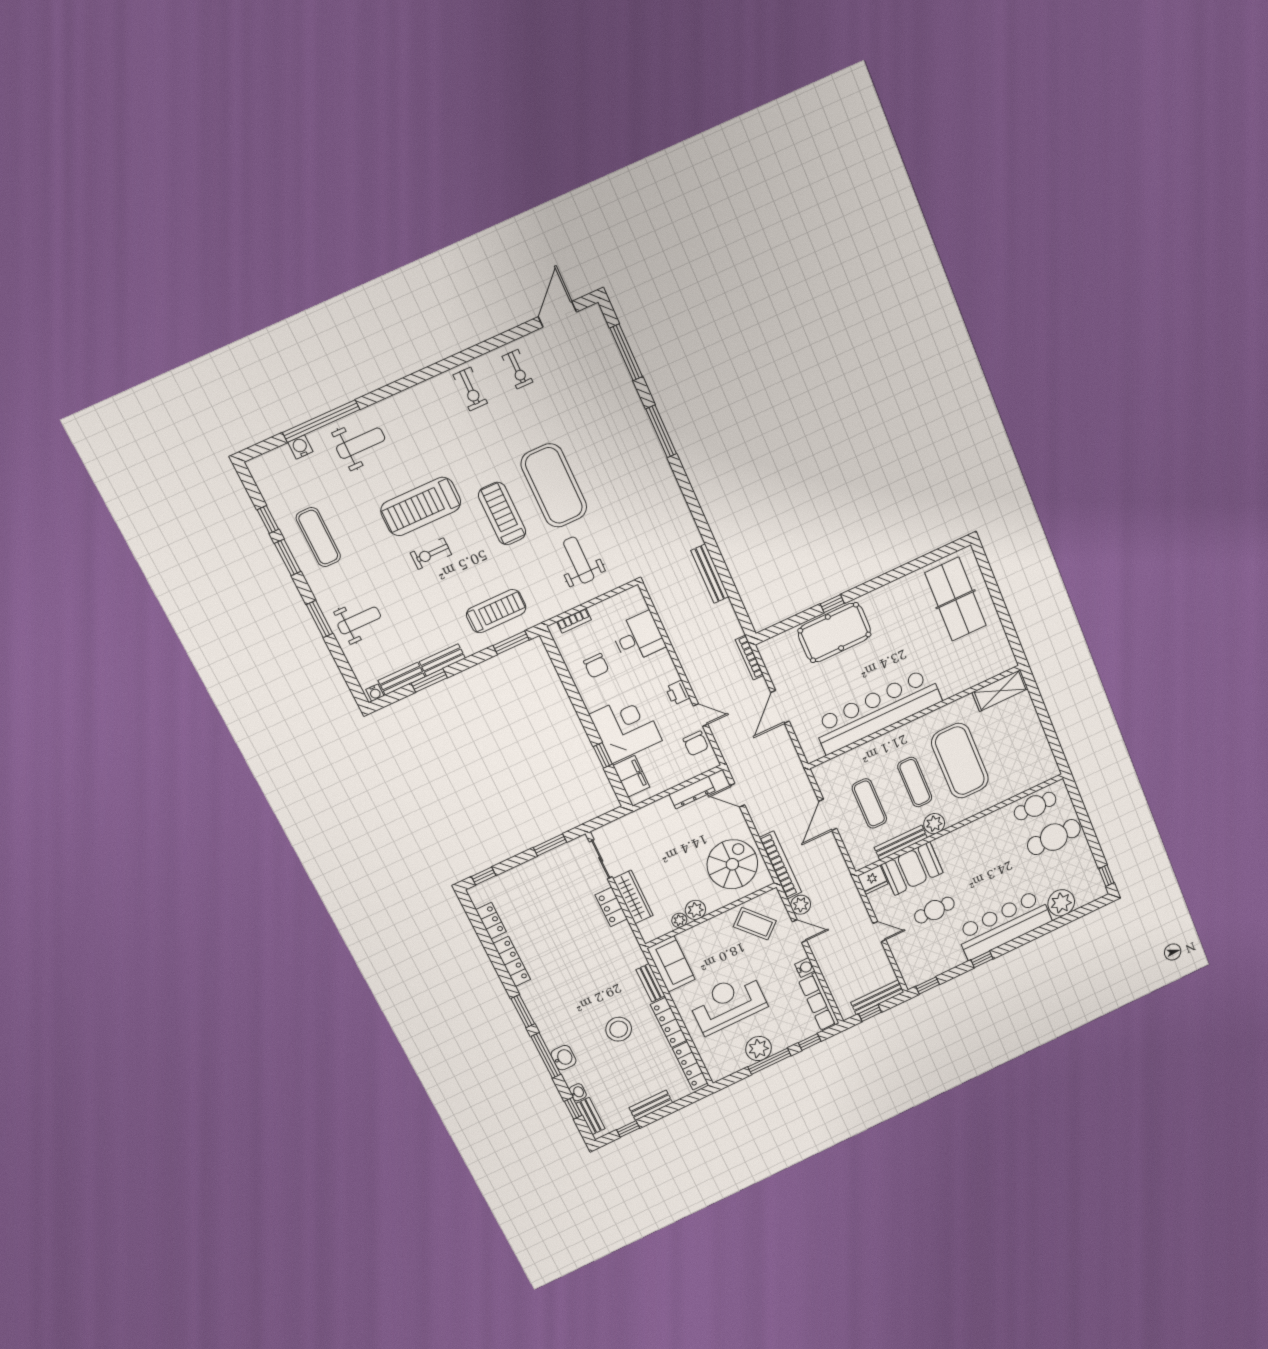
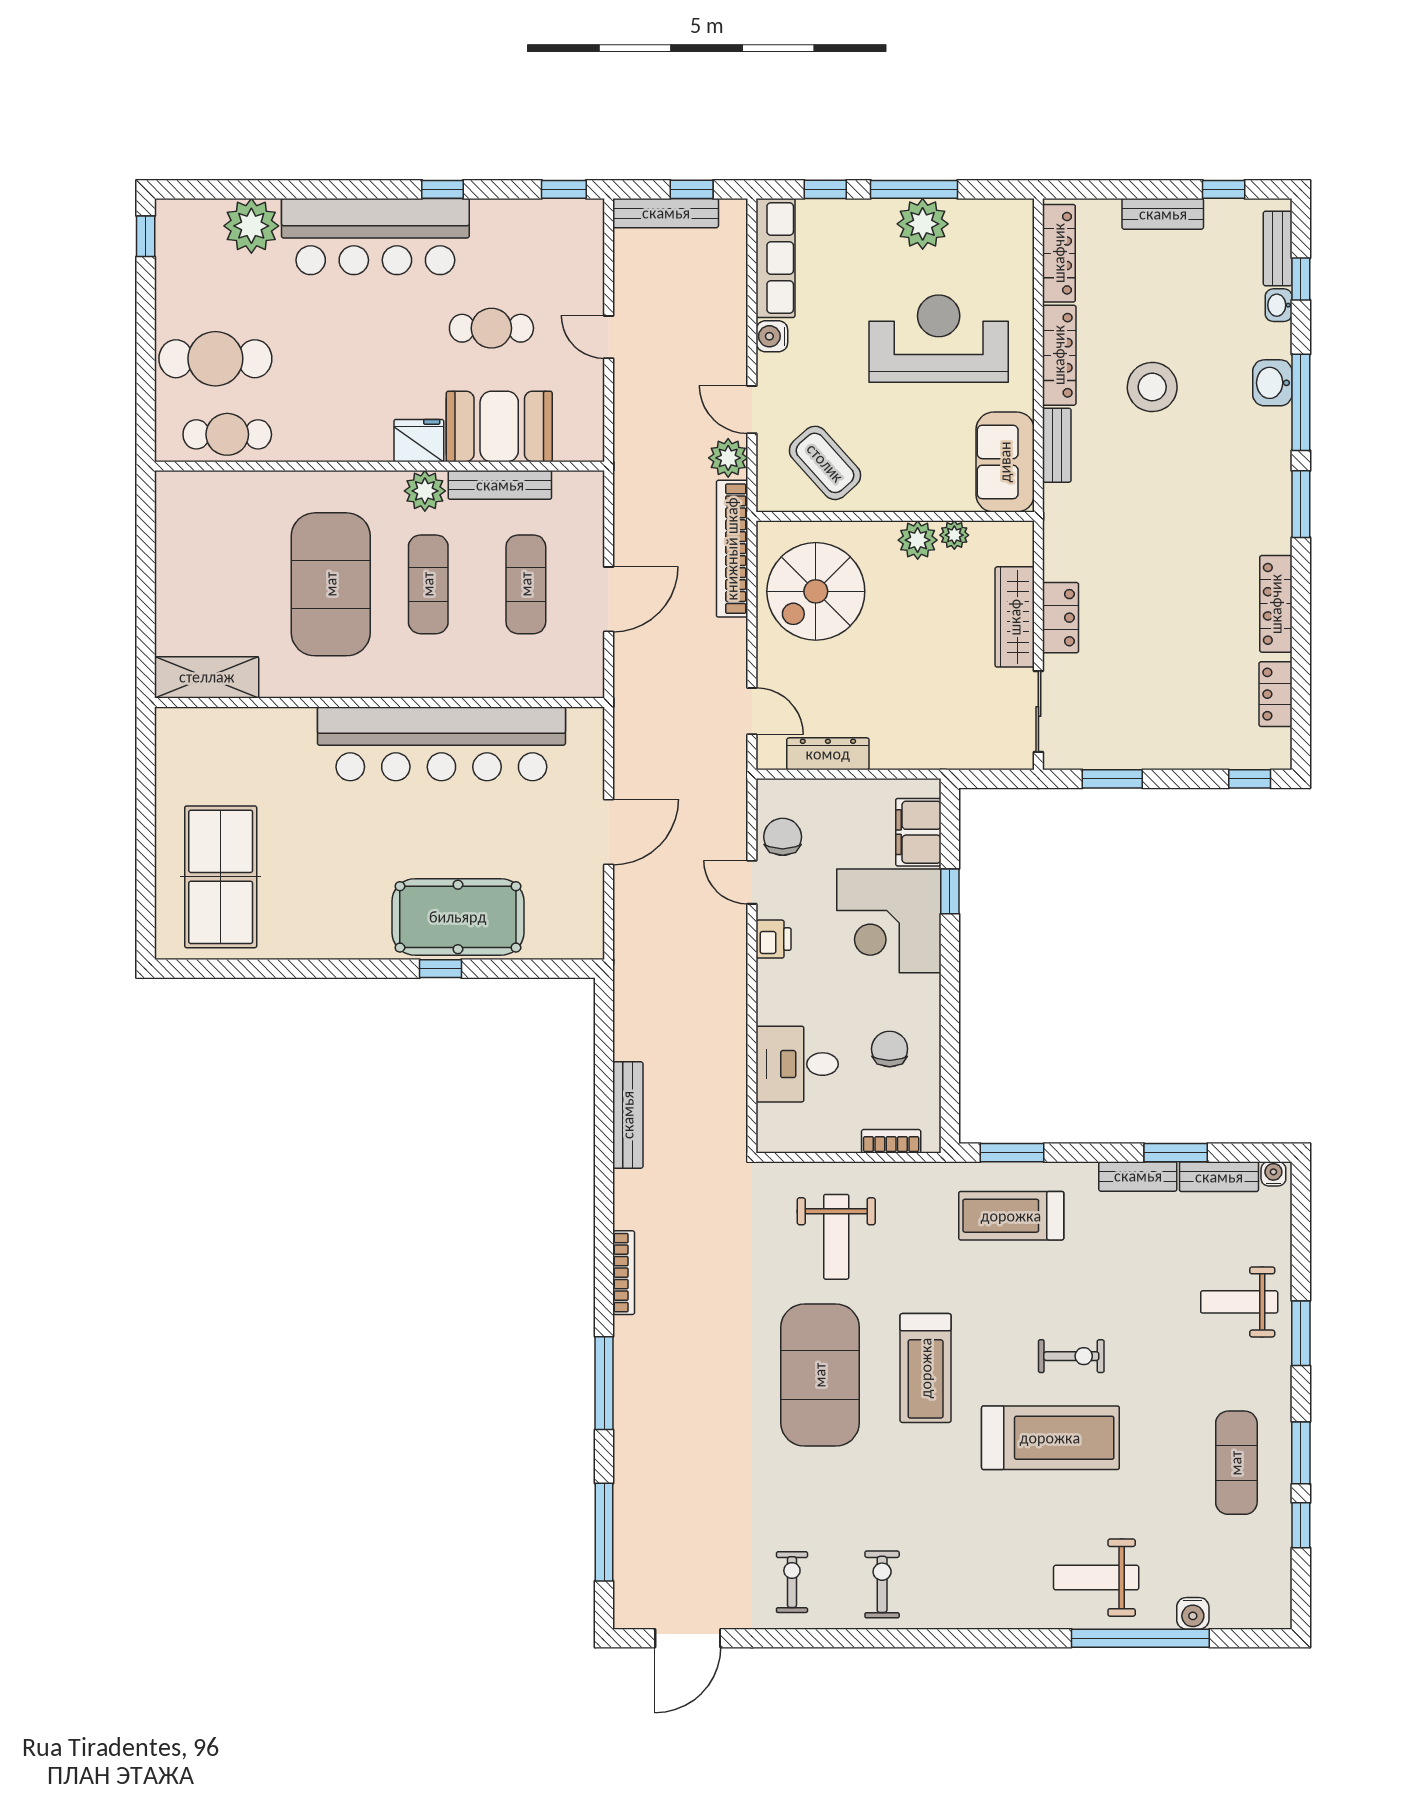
bookcase: (749, 658) -> (624, 1273), moved
fridge: (873, 880) -> (419, 441), moved
reception desk: (728, 1003) -> (939, 339), turned 180

